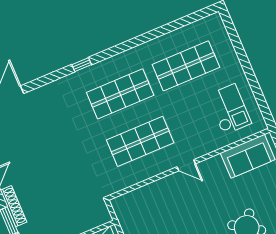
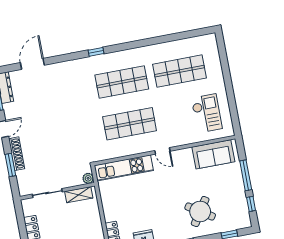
kitchen unit: (145, 195) -> (124, 168), added
plant: (105, 217) -> (88, 178), added

